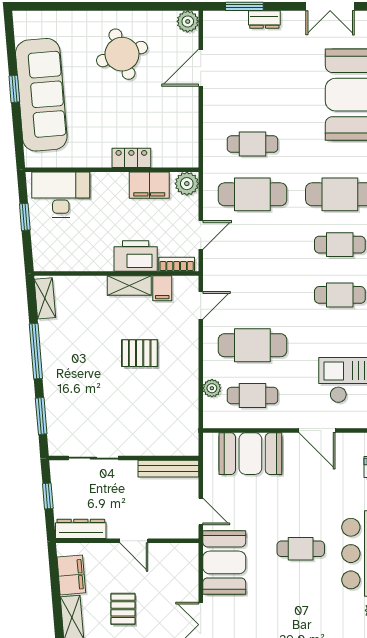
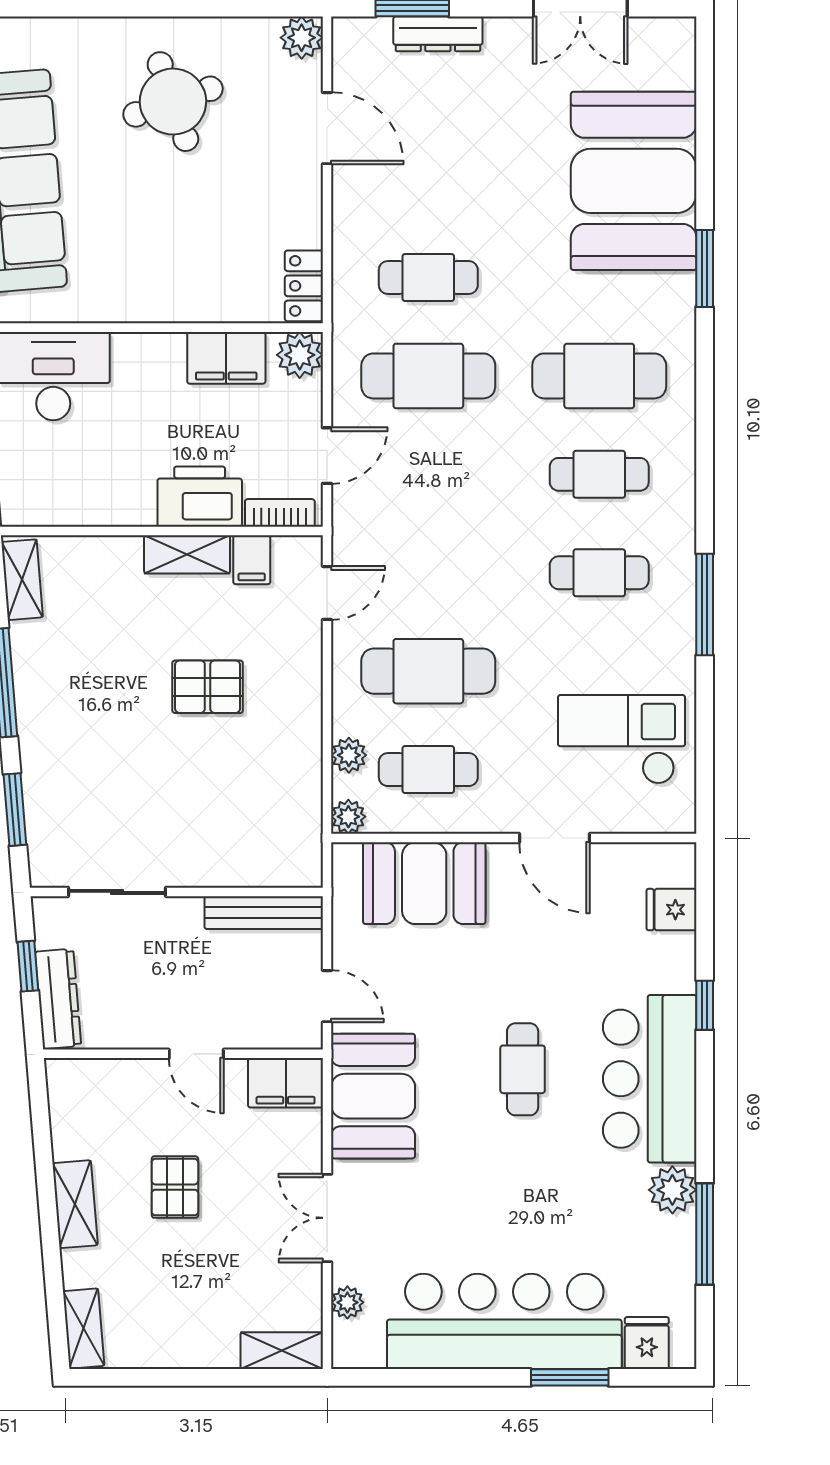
dresser: (264, 19) -> (438, 34), width x1.44
door: (201, 68) -> (327, 128), swing flipped
locker: (131, 158) -> (304, 286), moved, turned -90
plant: (212, 420) -> (348, 817), added
dresser: (81, 529) -> (58, 999), moved, turned 85
cafe table: (301, 549) -> (523, 1069), turned 90
filing cabinet: (71, 575) -> (286, 1083), moved, turned 95

